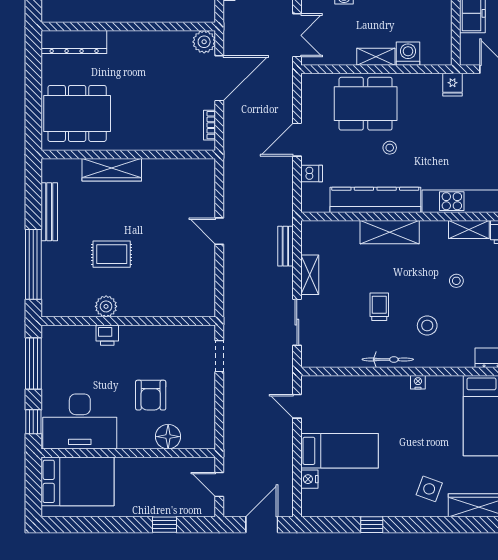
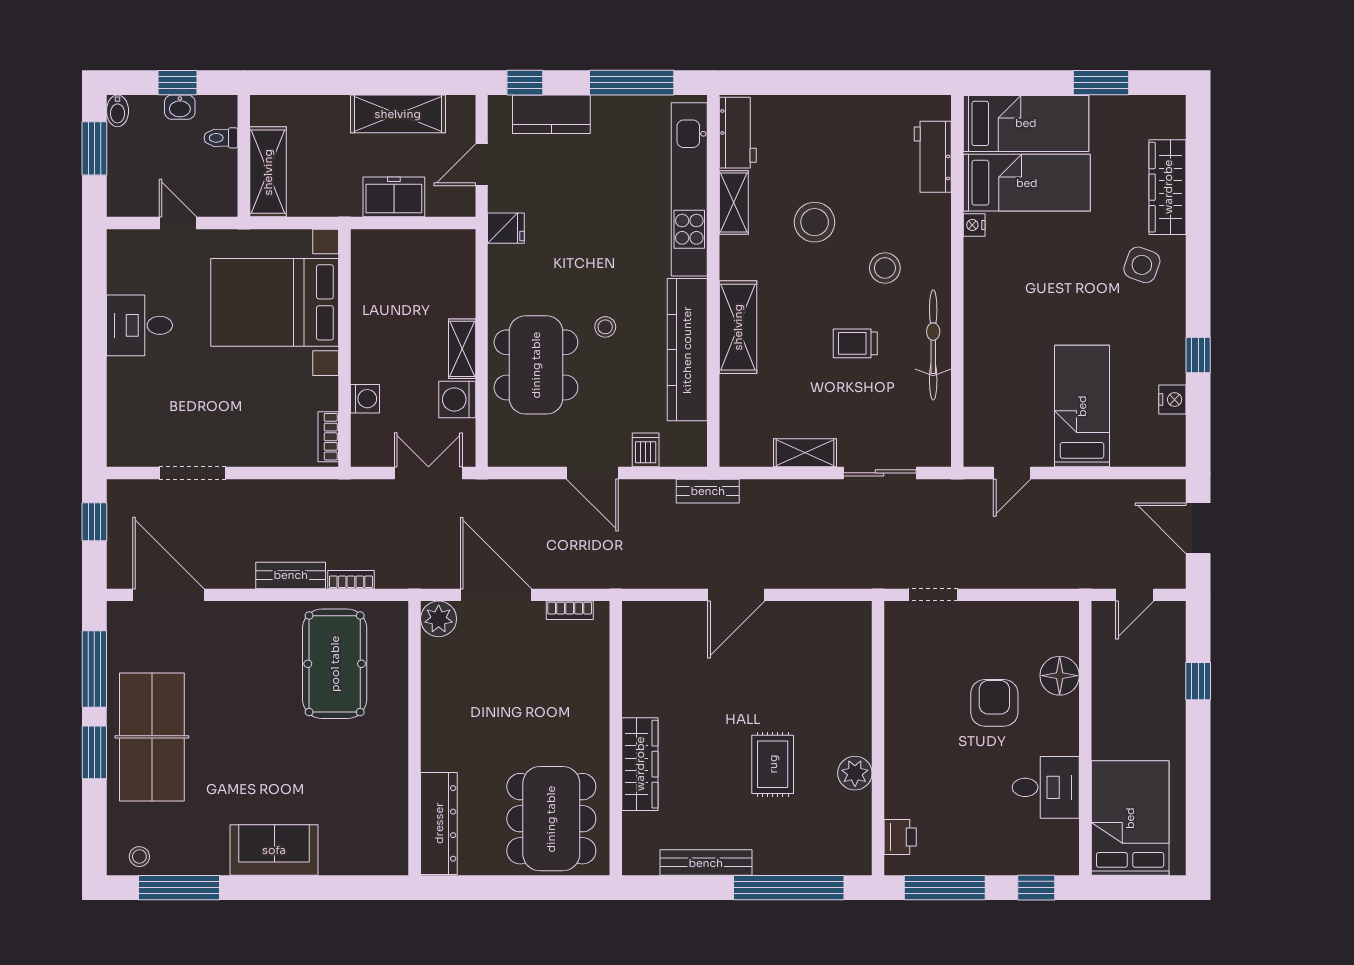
washing machine: (408, 54) -> (457, 399), moved
door: (219, 231) -> (736, 595), width x1.38
bench: (285, 246) -> (708, 491), moved
stool: (456, 281) -> (815, 222), width x1.89, depth x1.89
printer: (107, 335) -> (900, 837), moved
bicycle: (388, 359) -> (933, 345), width x1.37, depth x1.40
nightstand: (418, 382) -> (974, 225), moved
armchair: (151, 395) -> (994, 703), turned -90
desk: (80, 421) -> (1046, 787), width x0.53, depth x0.77
nightstand: (309, 479) -> (1172, 400), moved, turned -90

